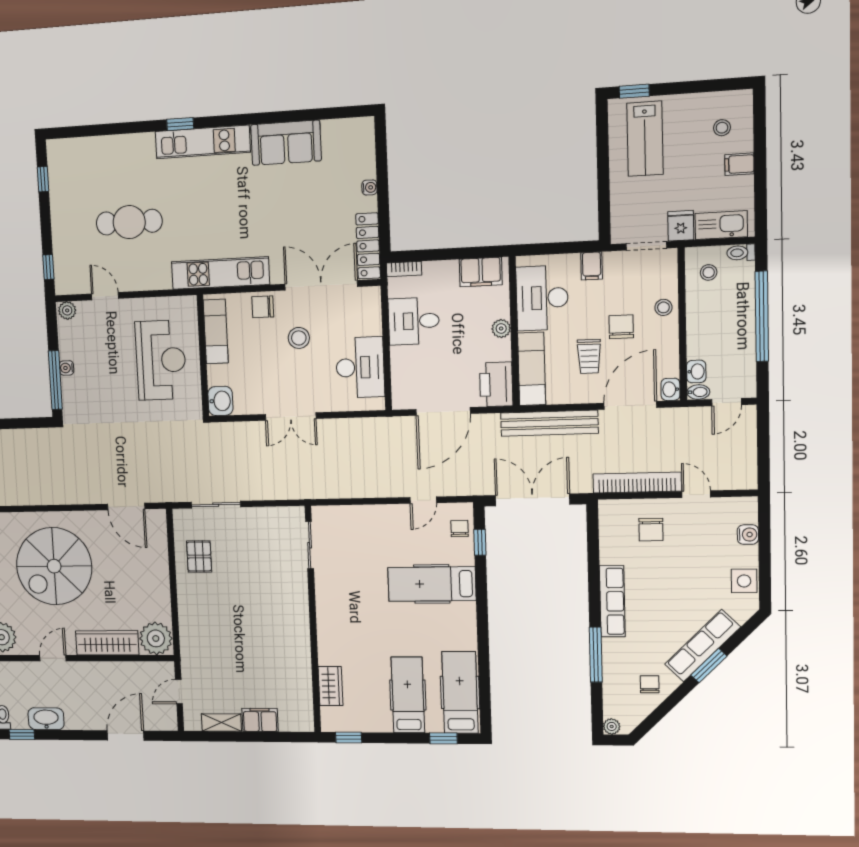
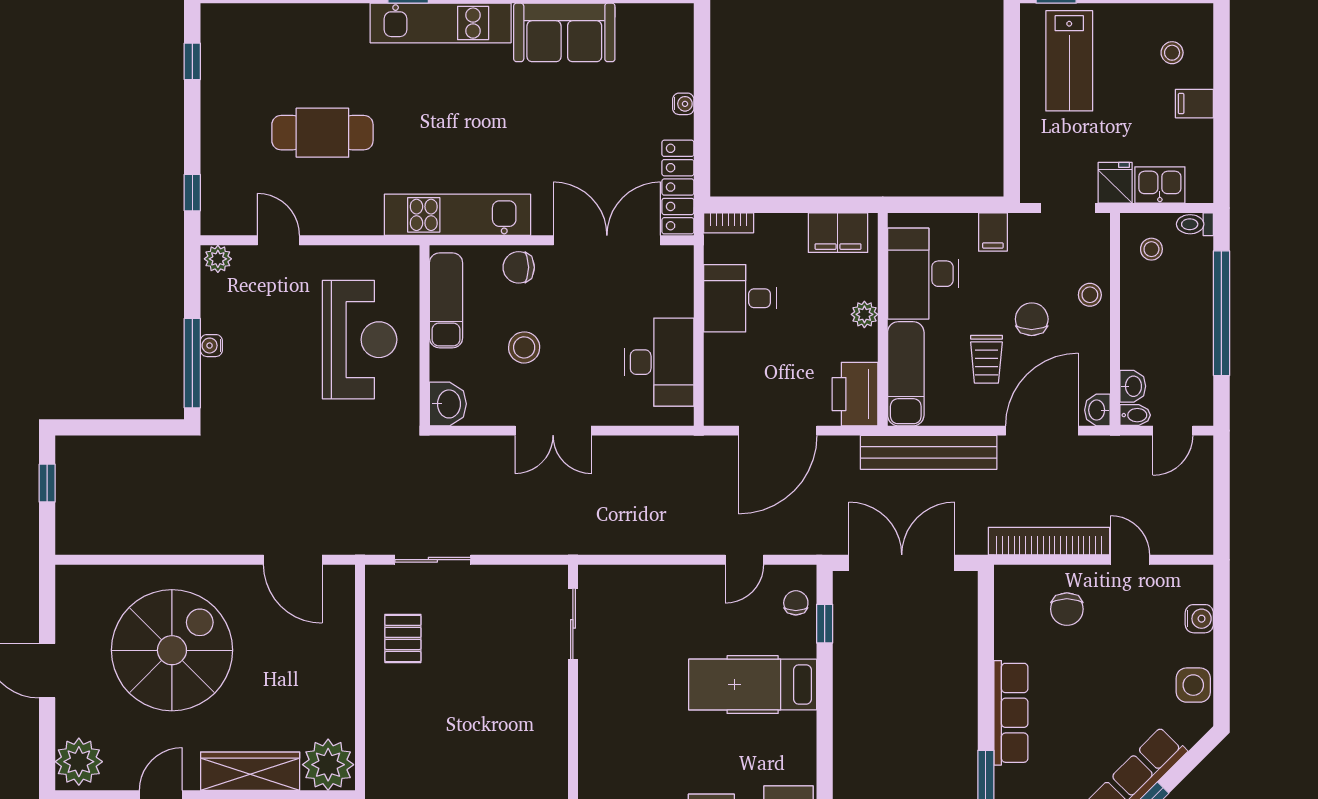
kitchen sink: (721, 225) -> (1160, 185), width x0.73
stool: (299, 338) -> (524, 347), moved
spiral stairs: (54, 566) -> (172, 650), turned 180

